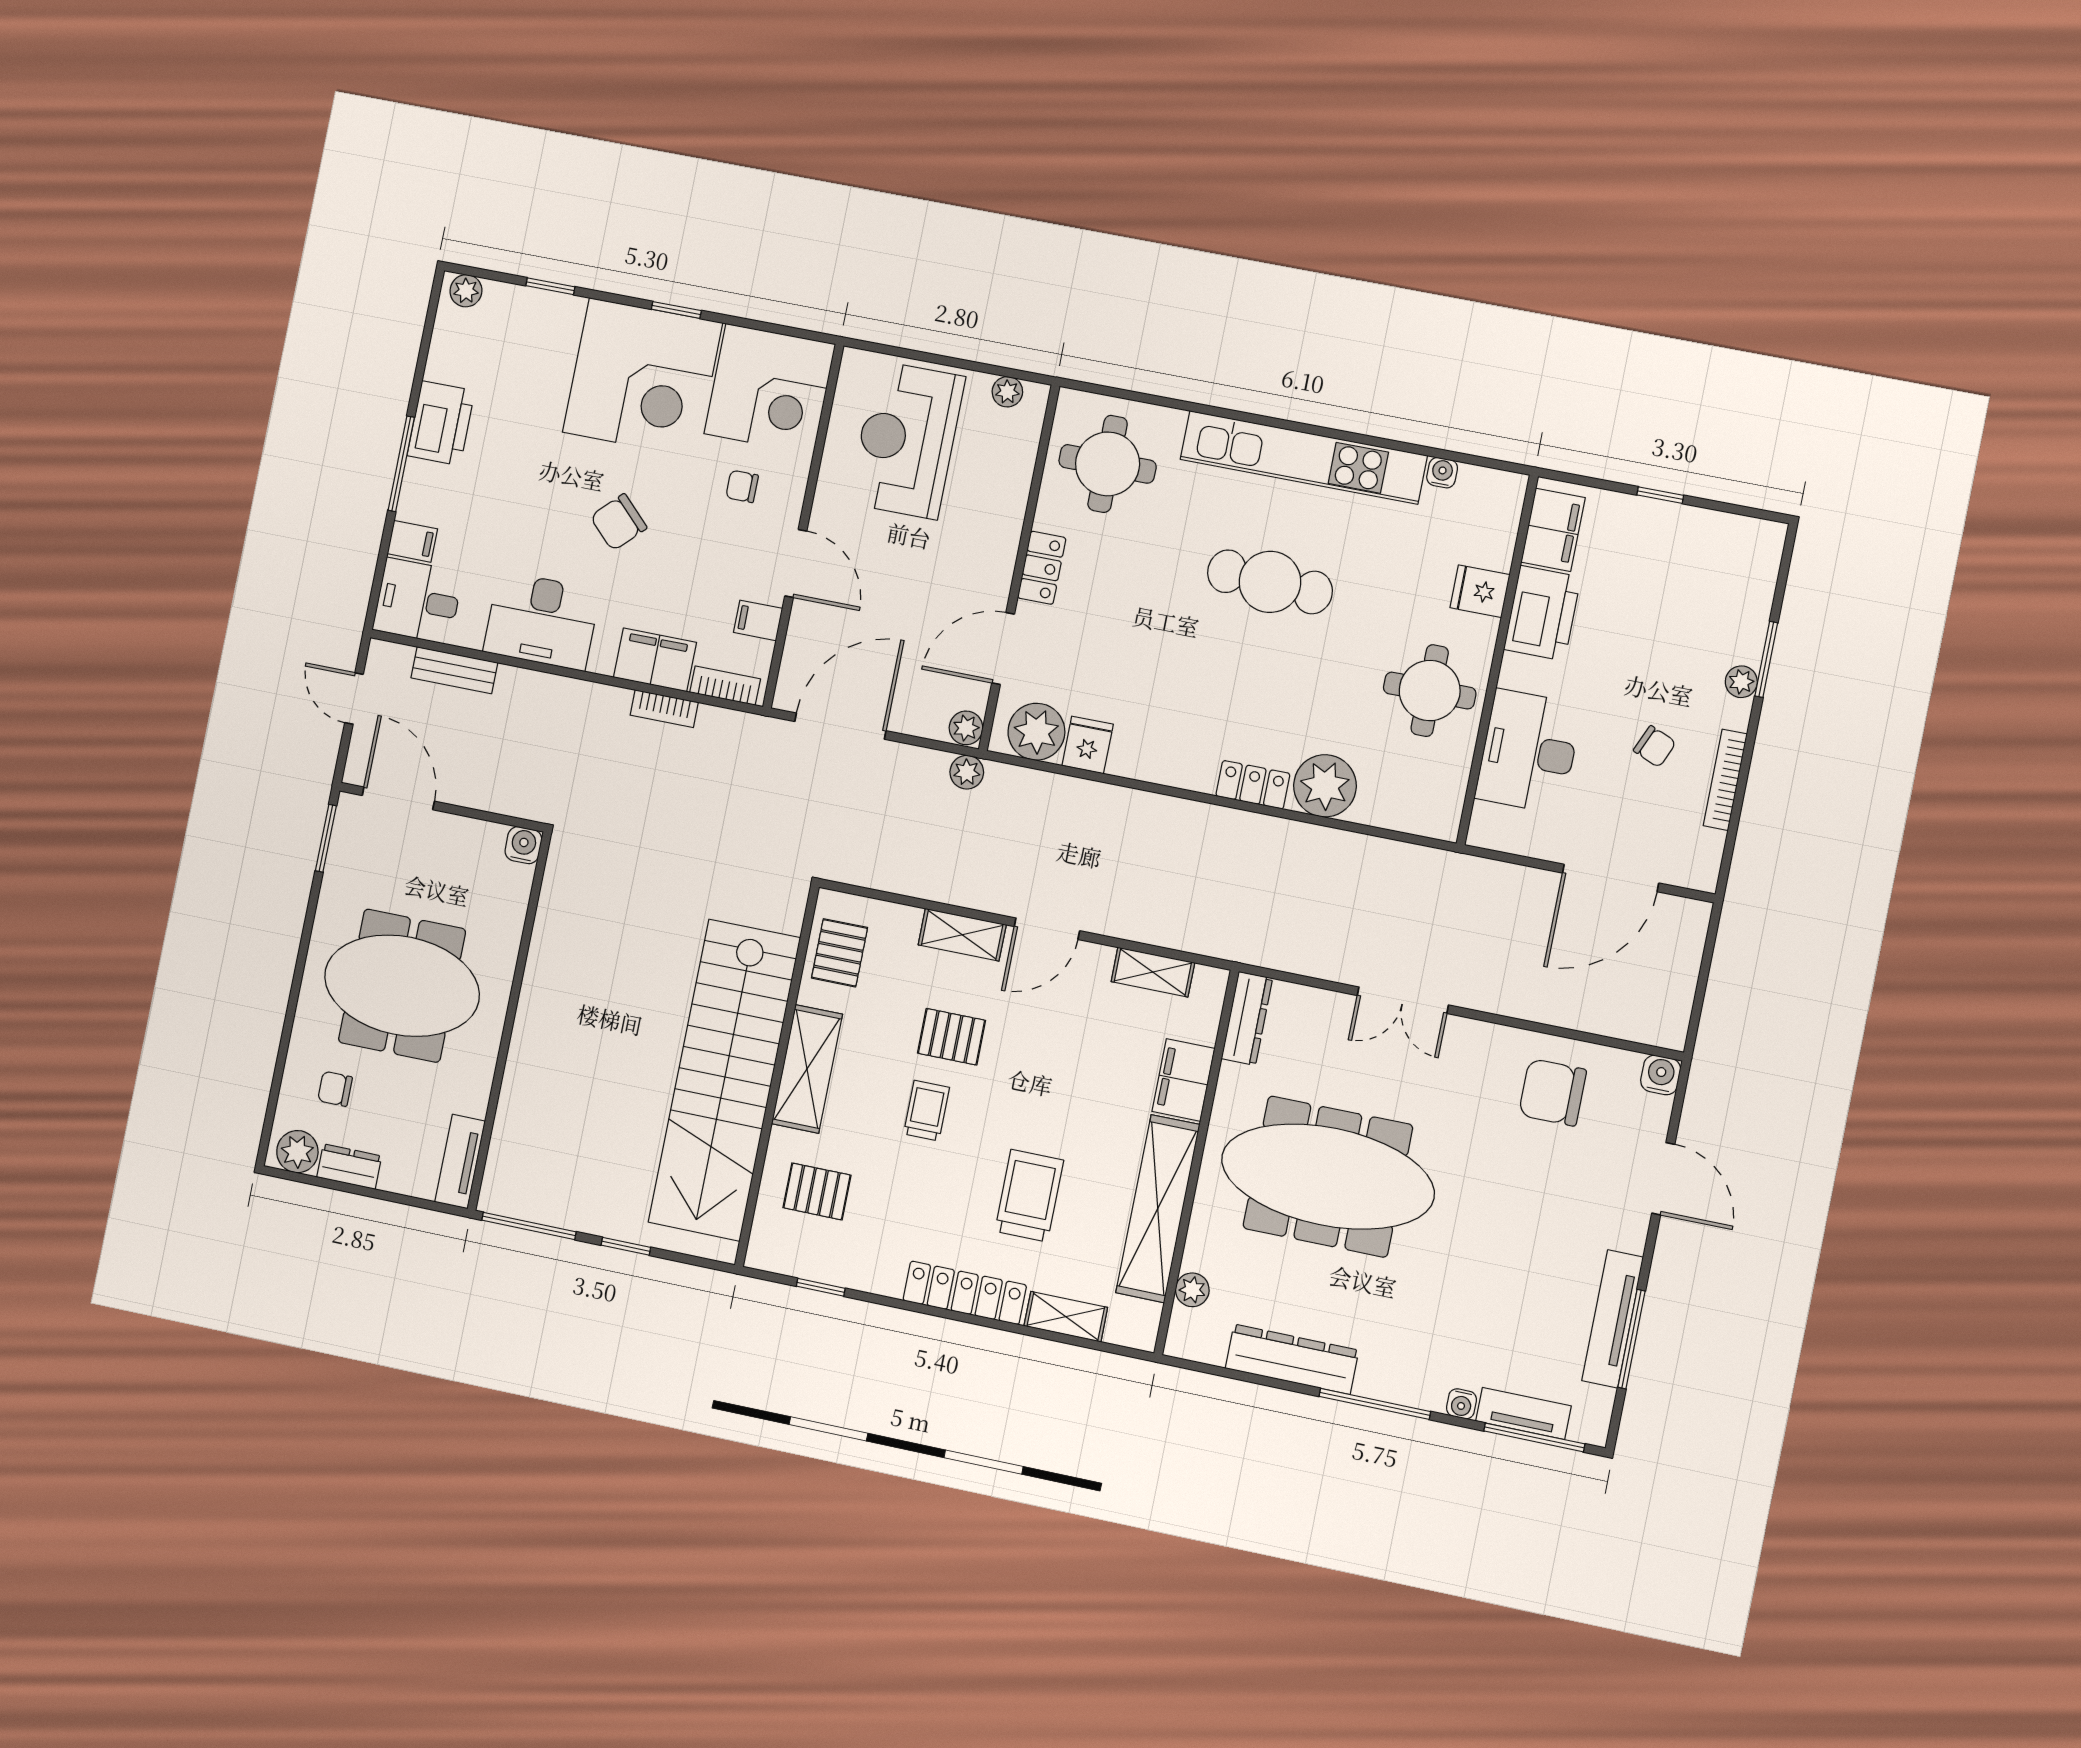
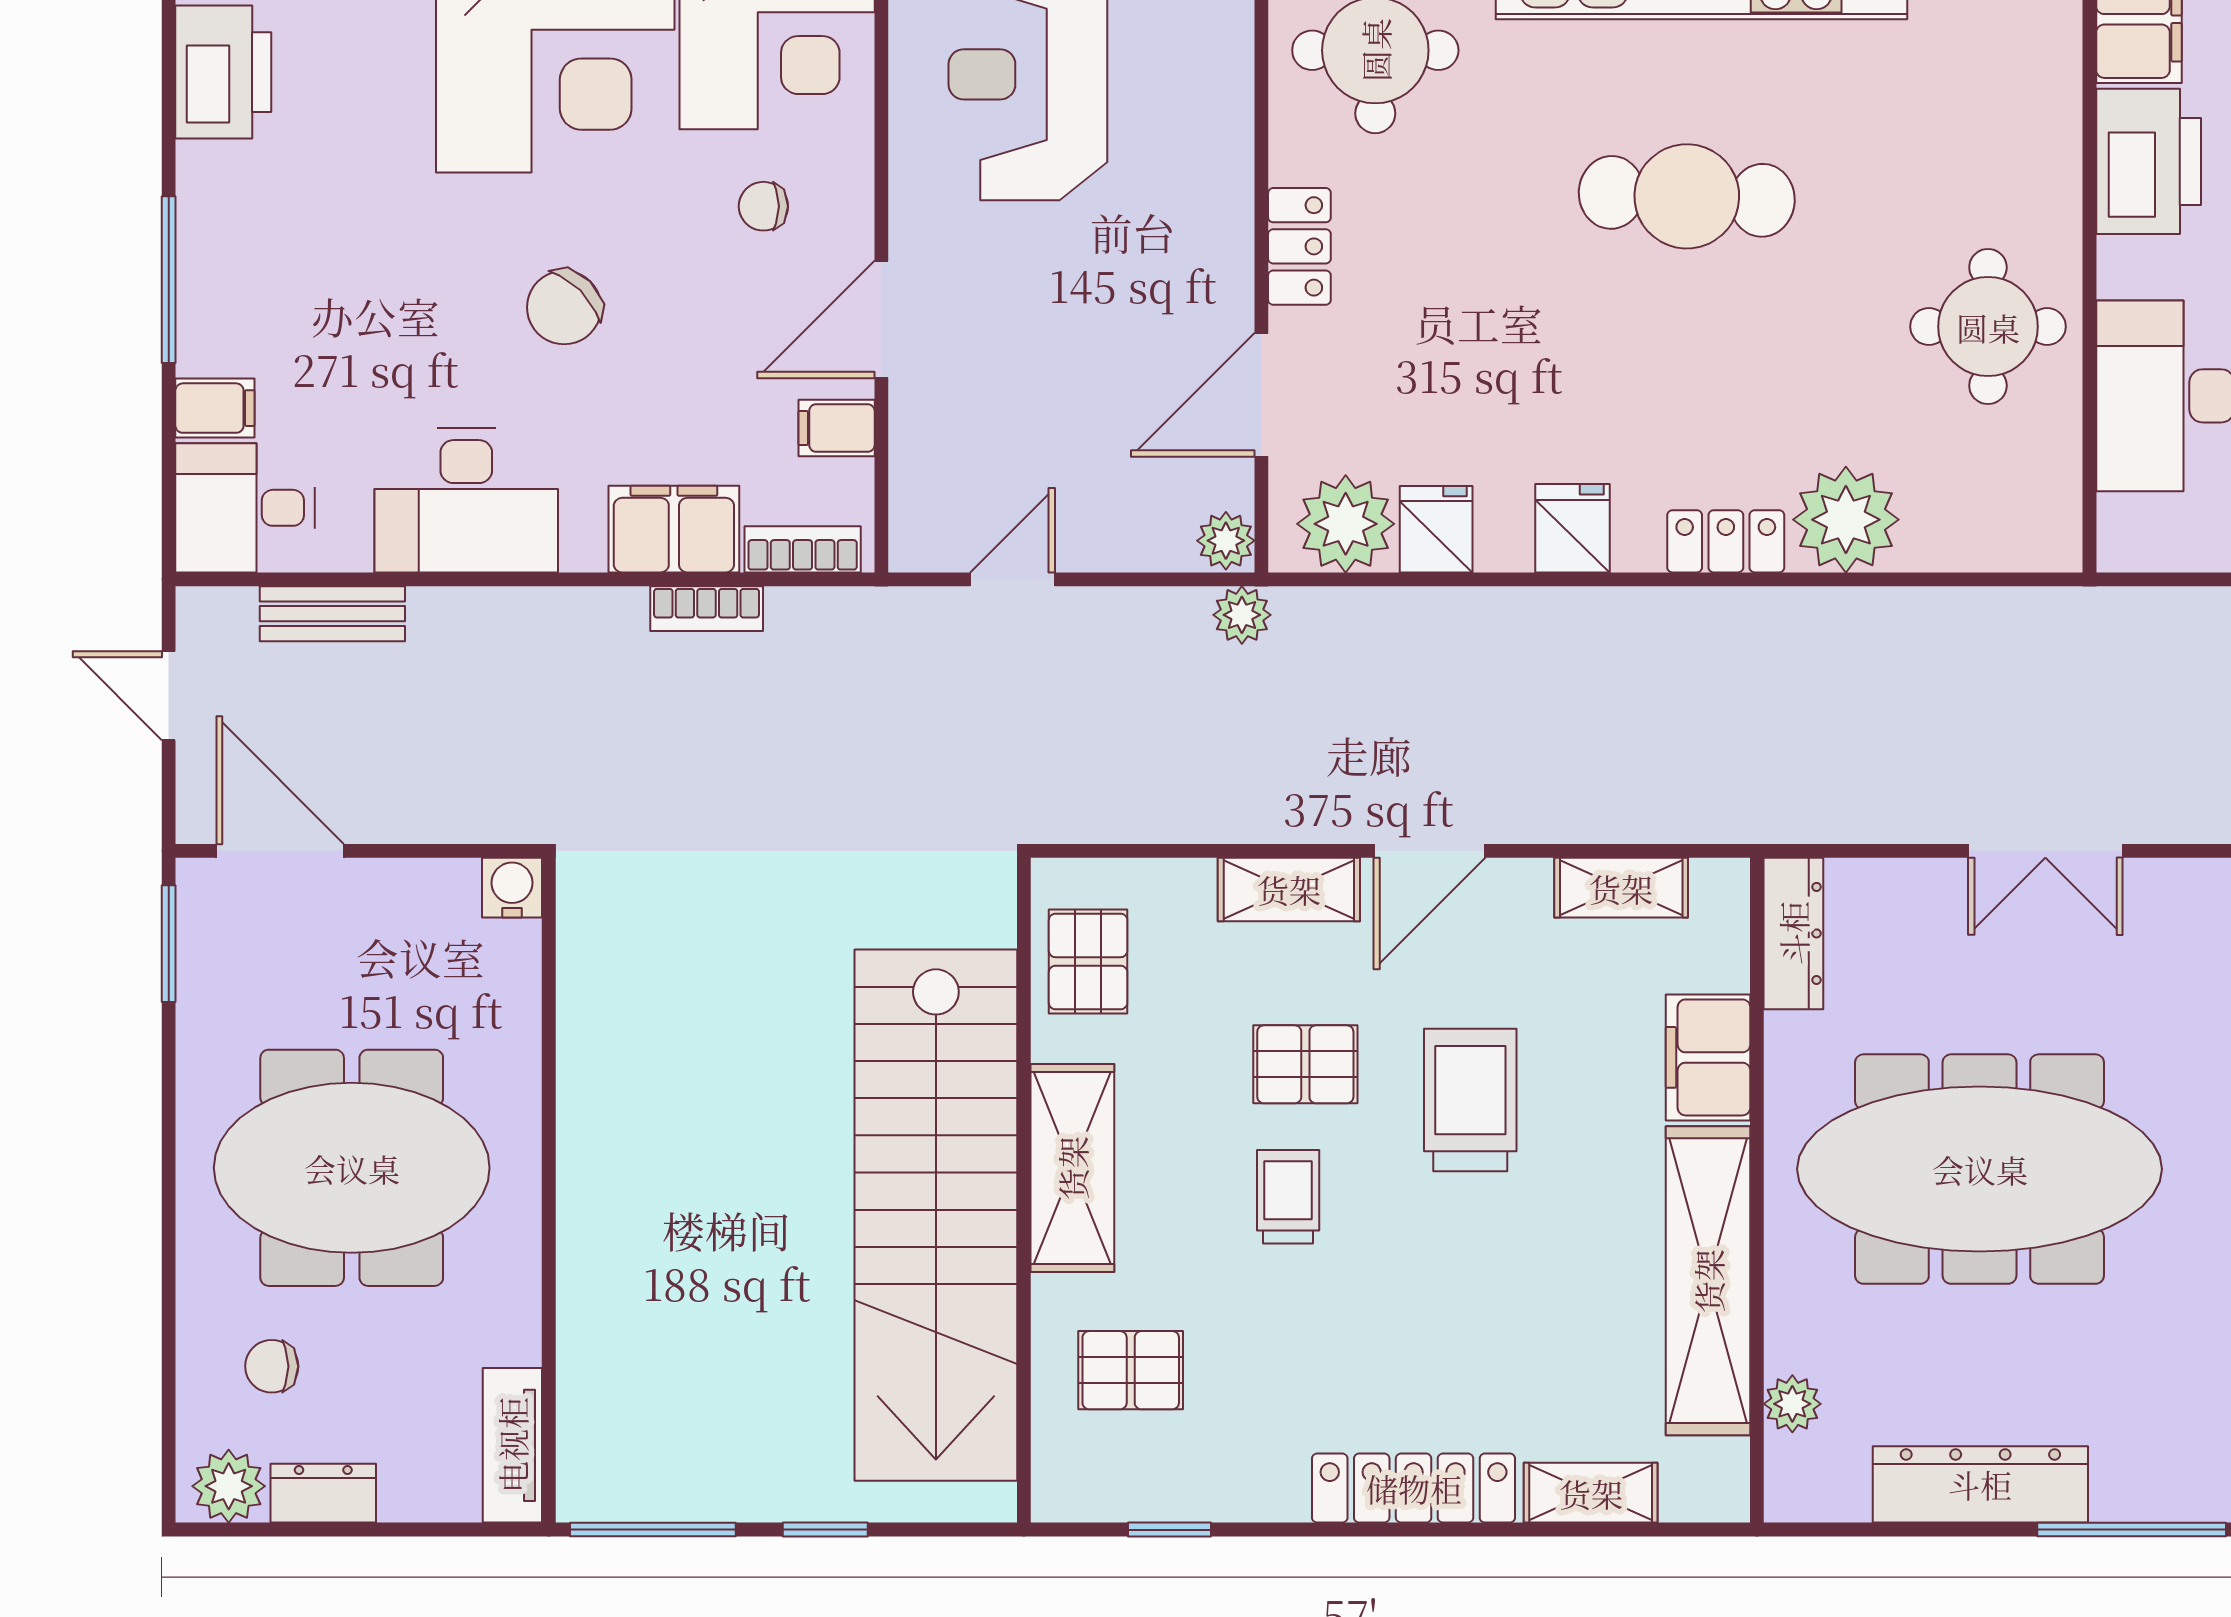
printer: (441, 423) -> (223, 72), moved
door: (796, 564) -> (881, 319), swing flipped
fridge: (1480, 591) -> (1572, 528), moved, turned 90
door: (840, 726) -> (1012, 579), width x0.53
trolley: (1029, 1196) -> (1470, 1100), moved

